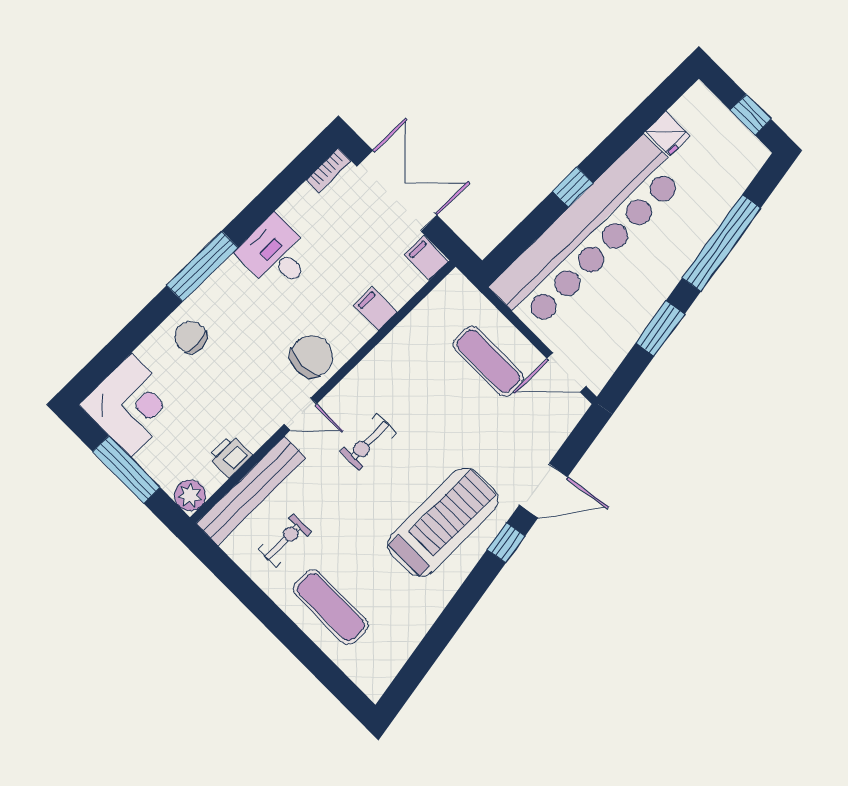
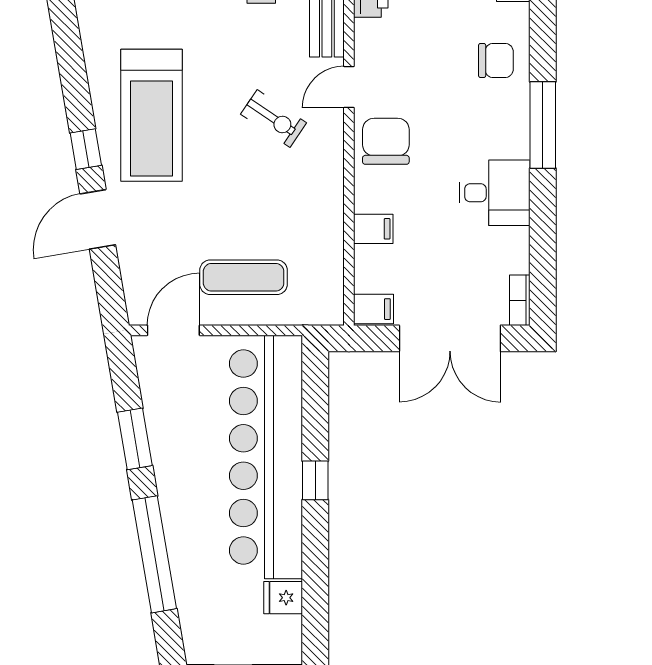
chair: (312, 356) -> (386, 141), turned 180
exercise bike: (368, 442) -> (274, 118), turned 124

